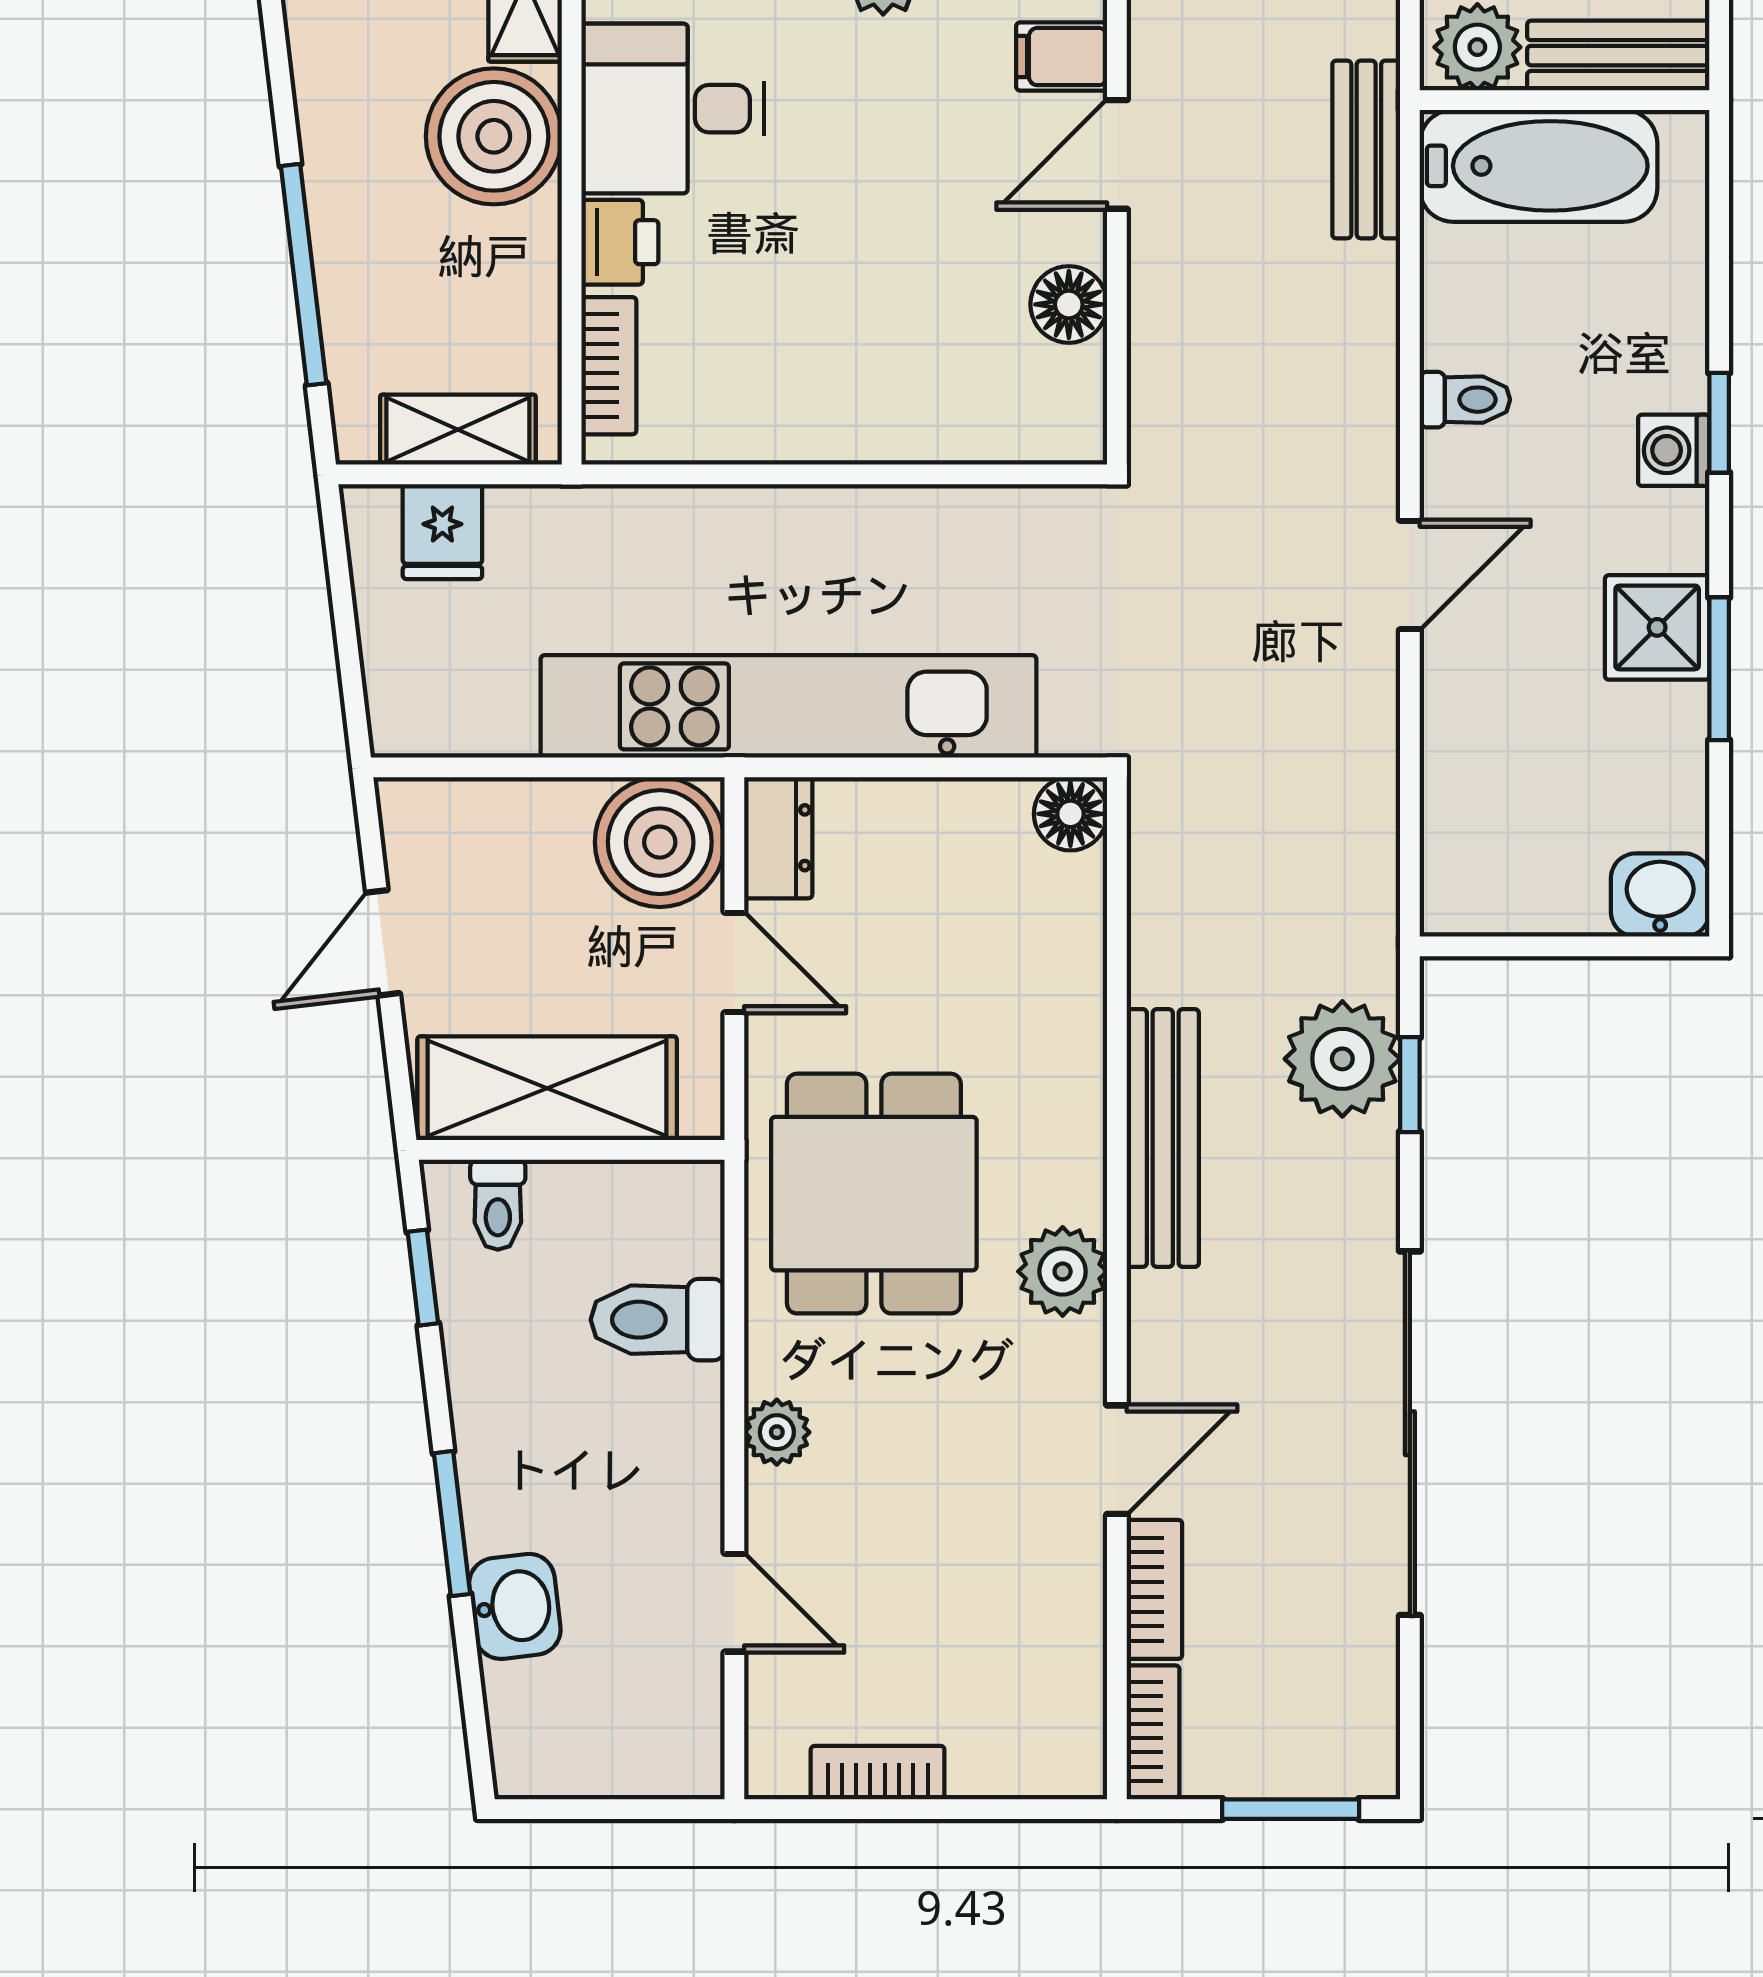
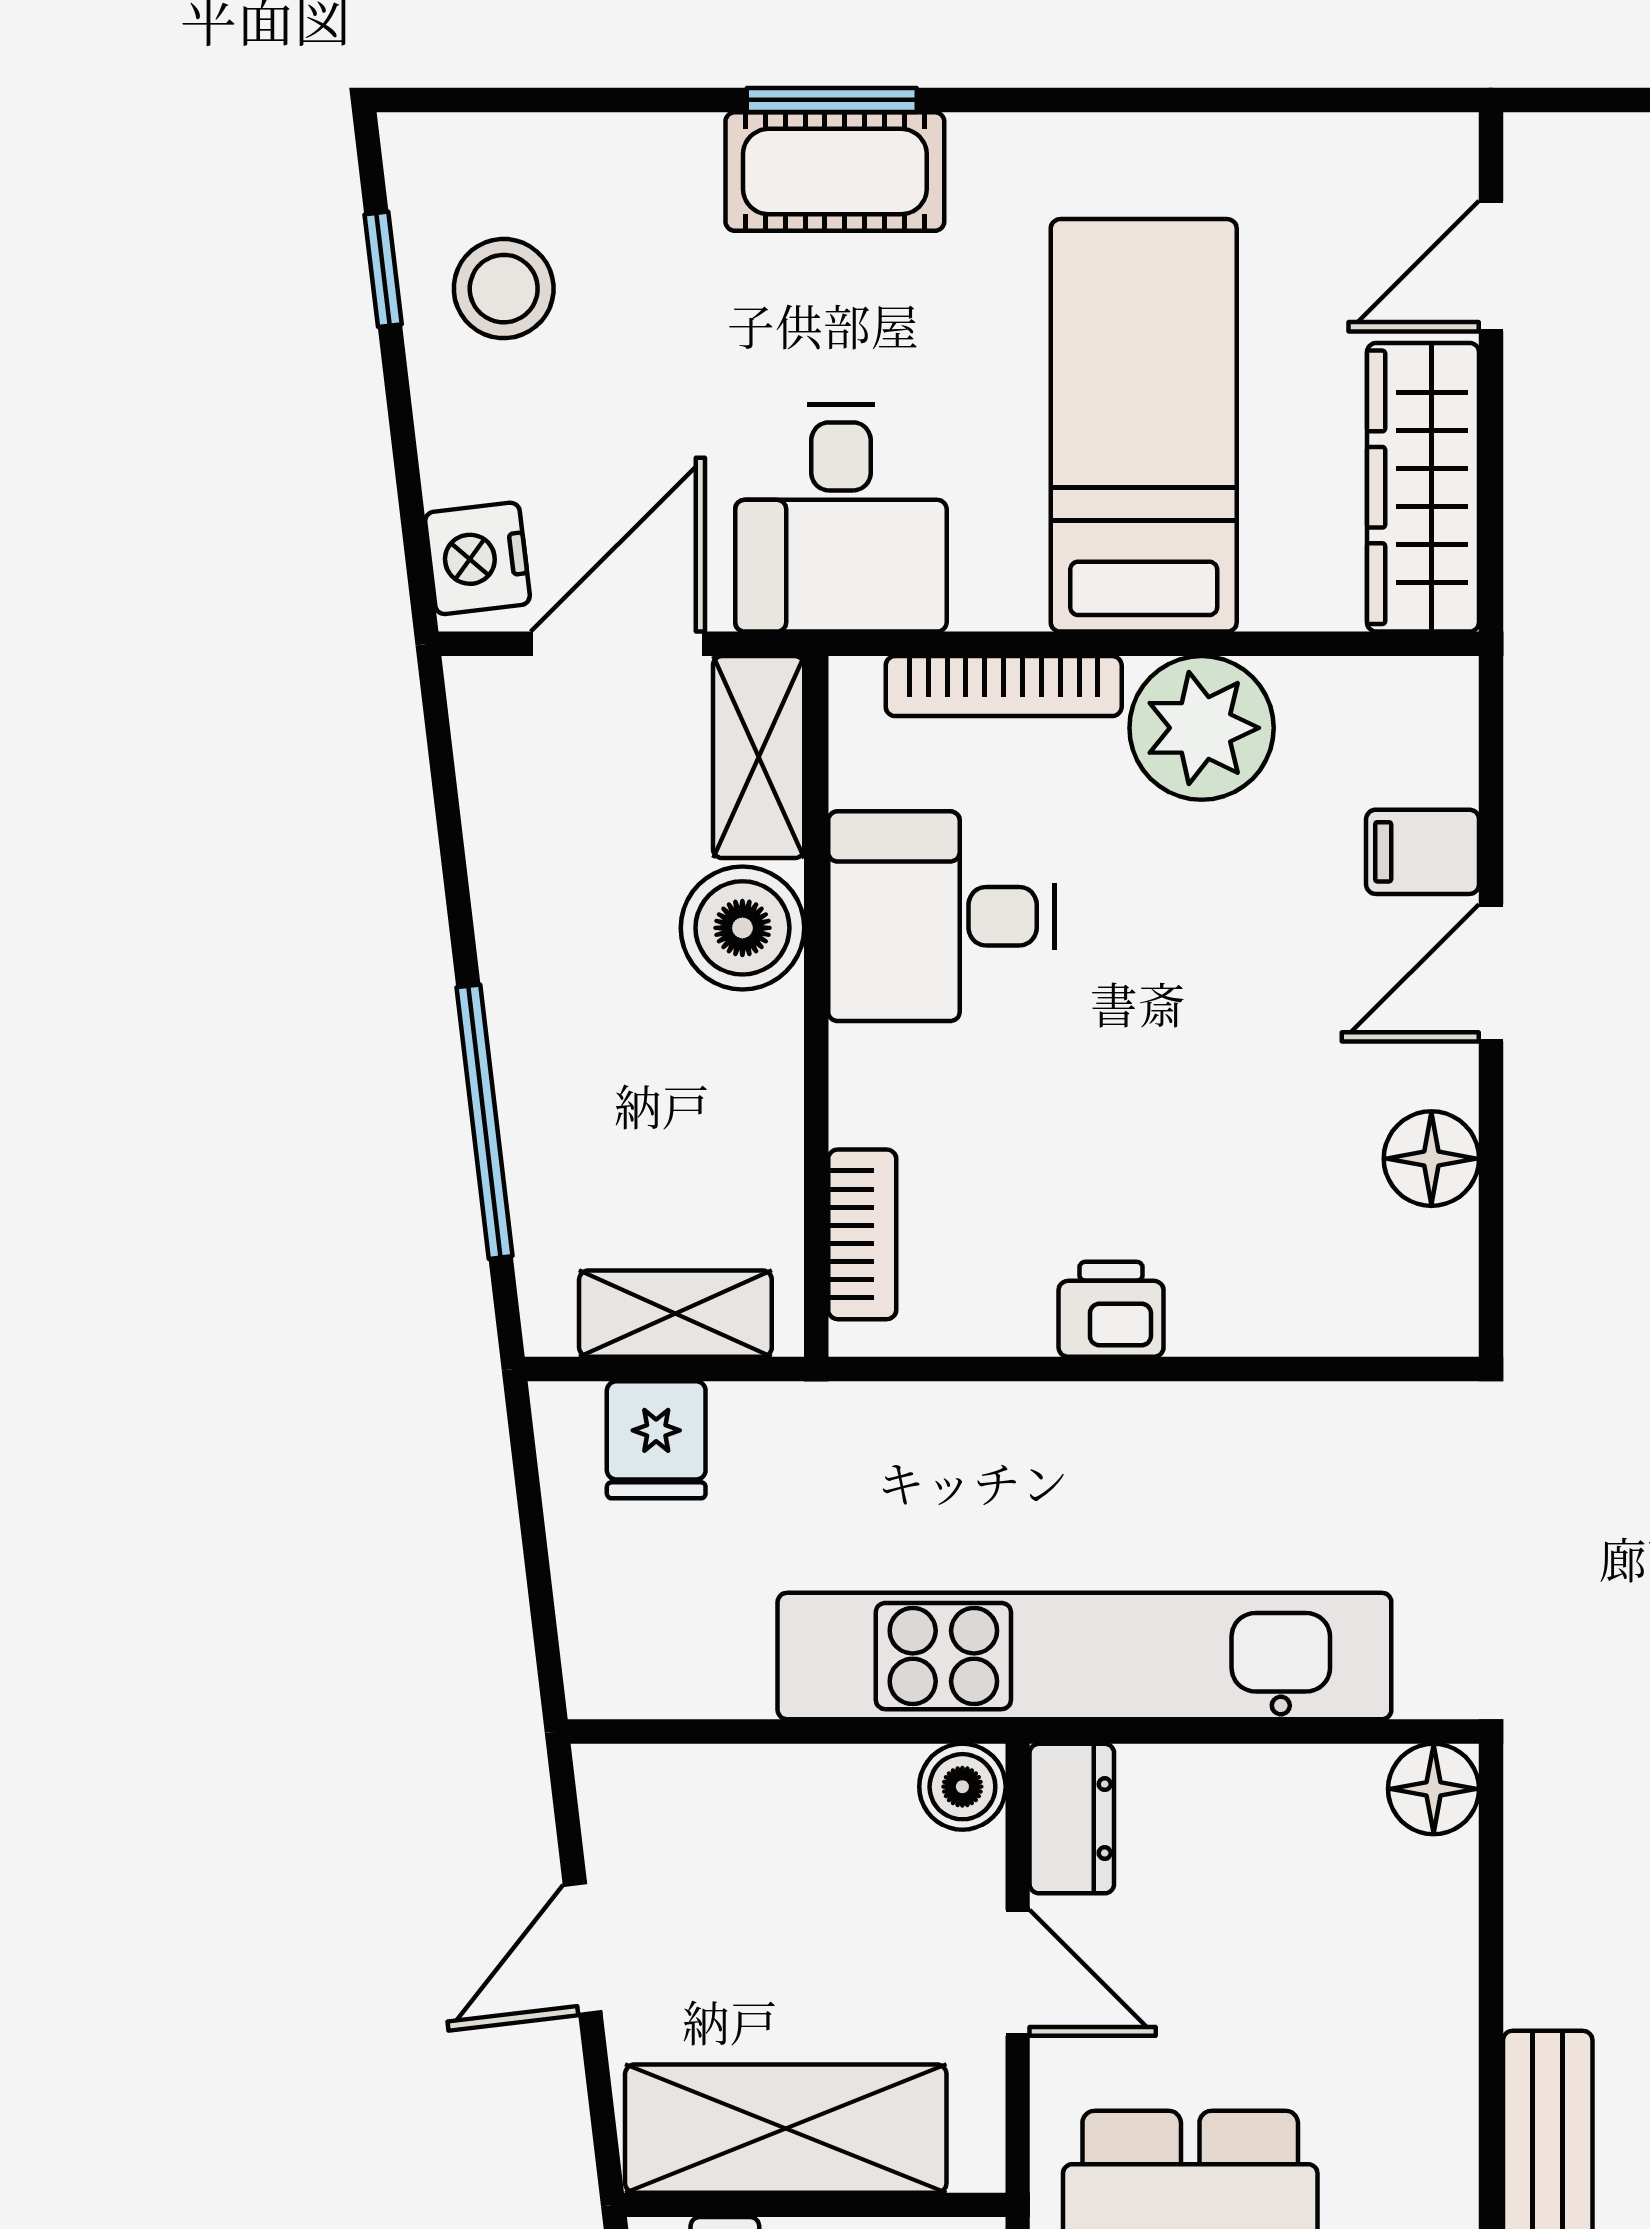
boiler: (494, 136) -> (742, 928), width x0.73, depth x0.73
printer: (620, 242) -> (1111, 1309), moved, turned -90
boiler: (660, 842) -> (962, 1787), width x0.54, depth x0.54

